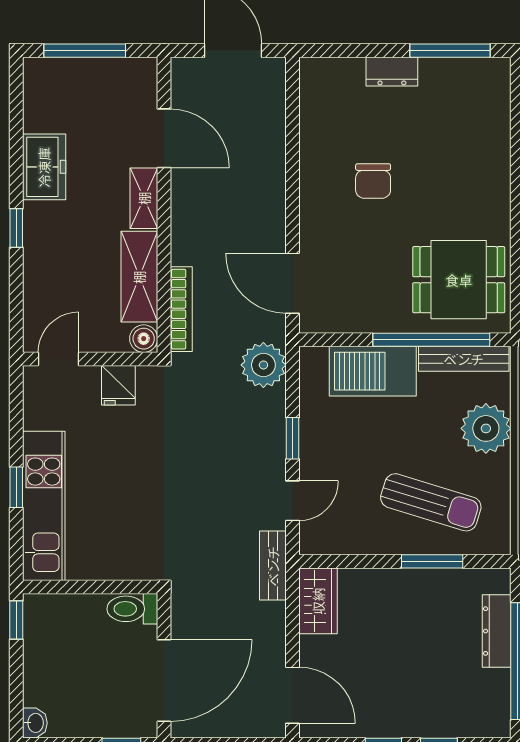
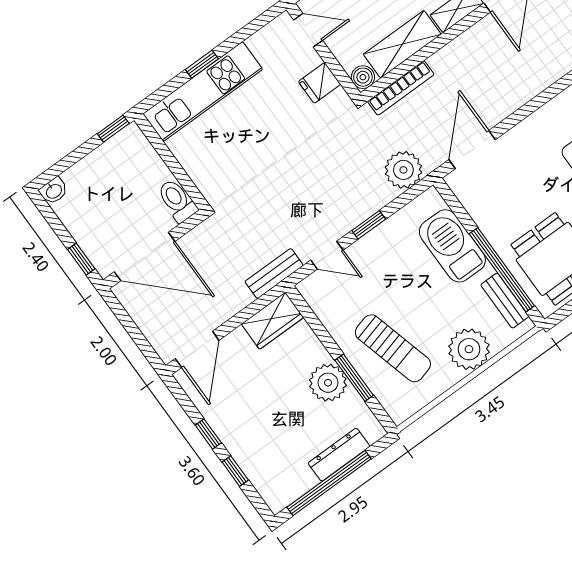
bench: (464, 359) -> (505, 301), width x0.73
sun lounger: (431, 502) -> (393, 348), turned -32
plant: (418, 591) -> (328, 383), added

